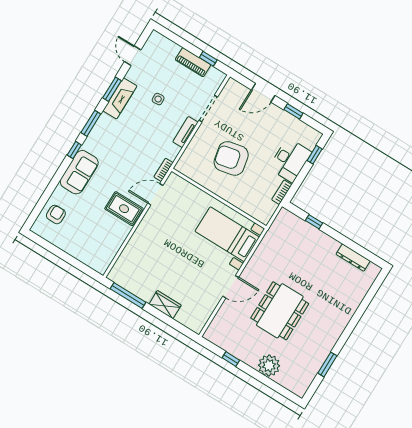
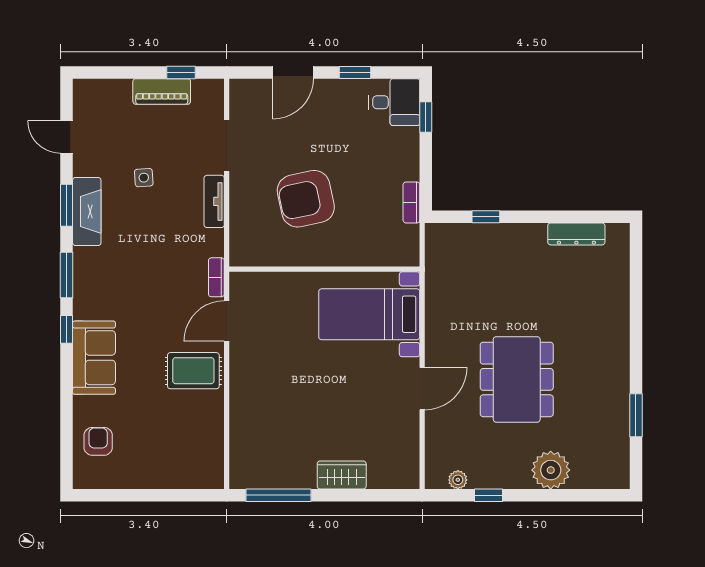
desk: (290, 160) -> (394, 102), moved, width x0.73
plant: (221, 342) -> (458, 480), added

